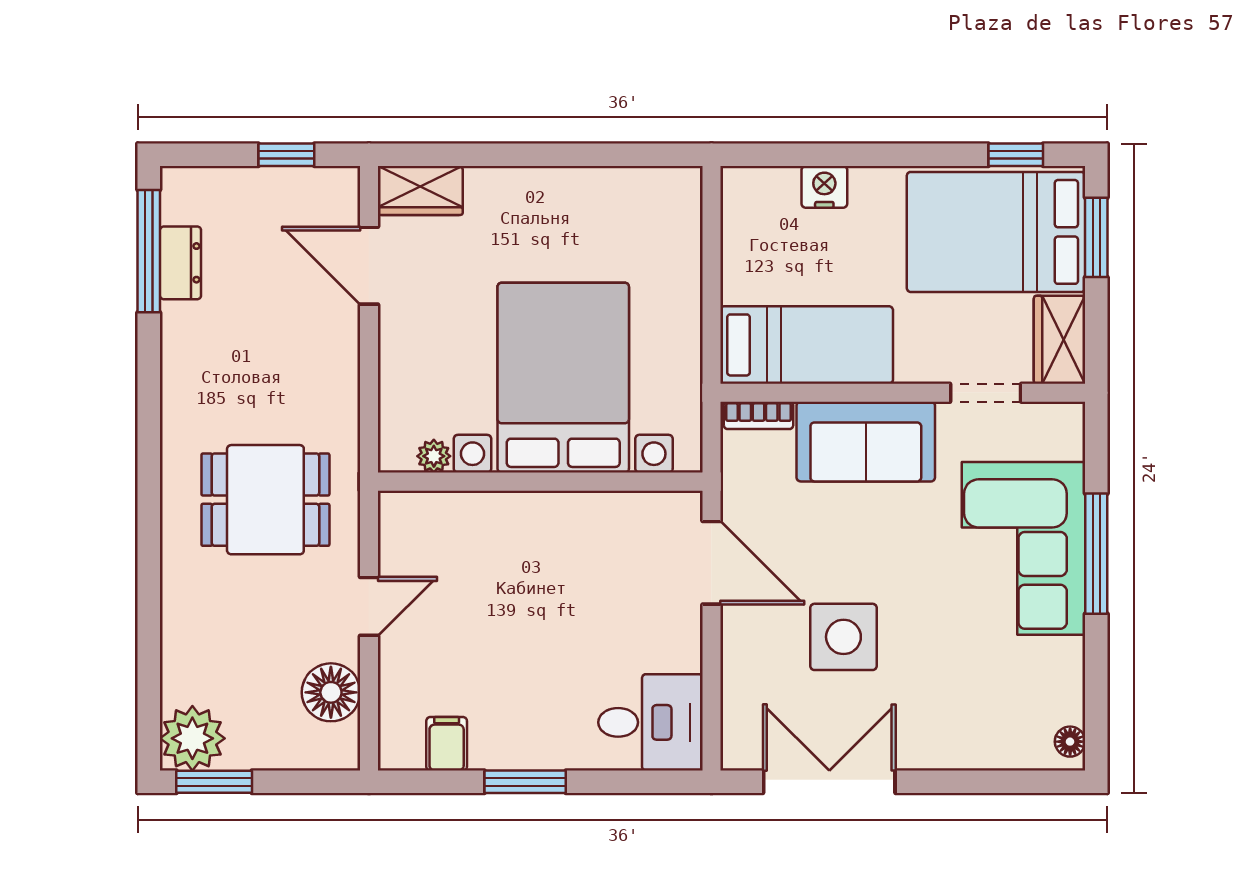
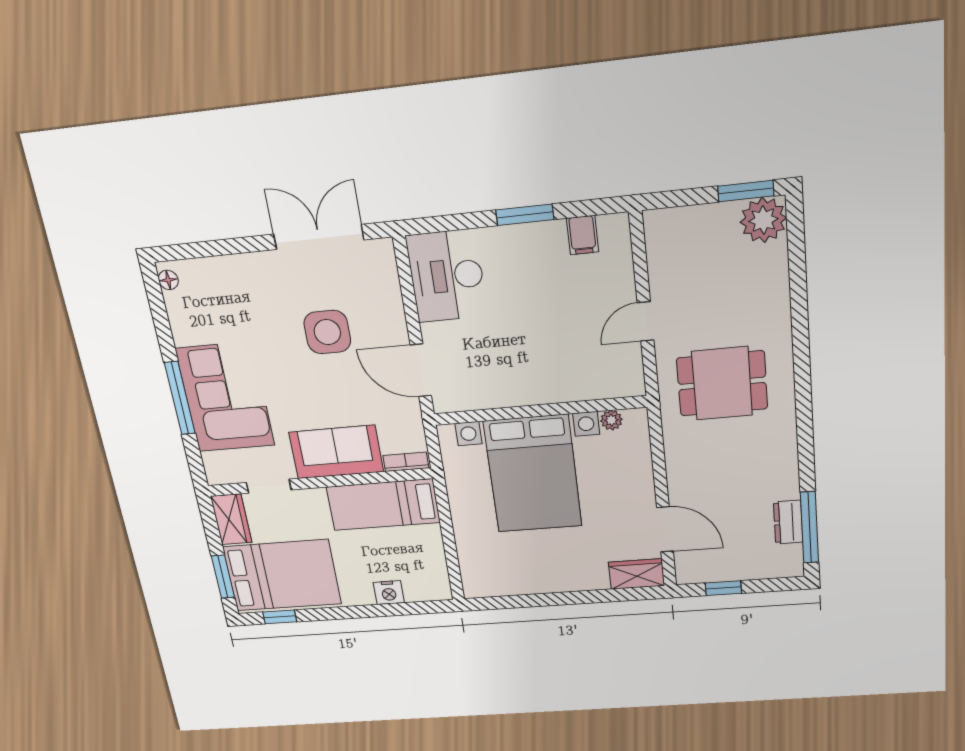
floor lamp: (331, 692) -> (667, 262), removed
desk: (650, 722) -> (447, 276), width x1.37
double door: (829, 782) -> (319, 237), swing flipped

